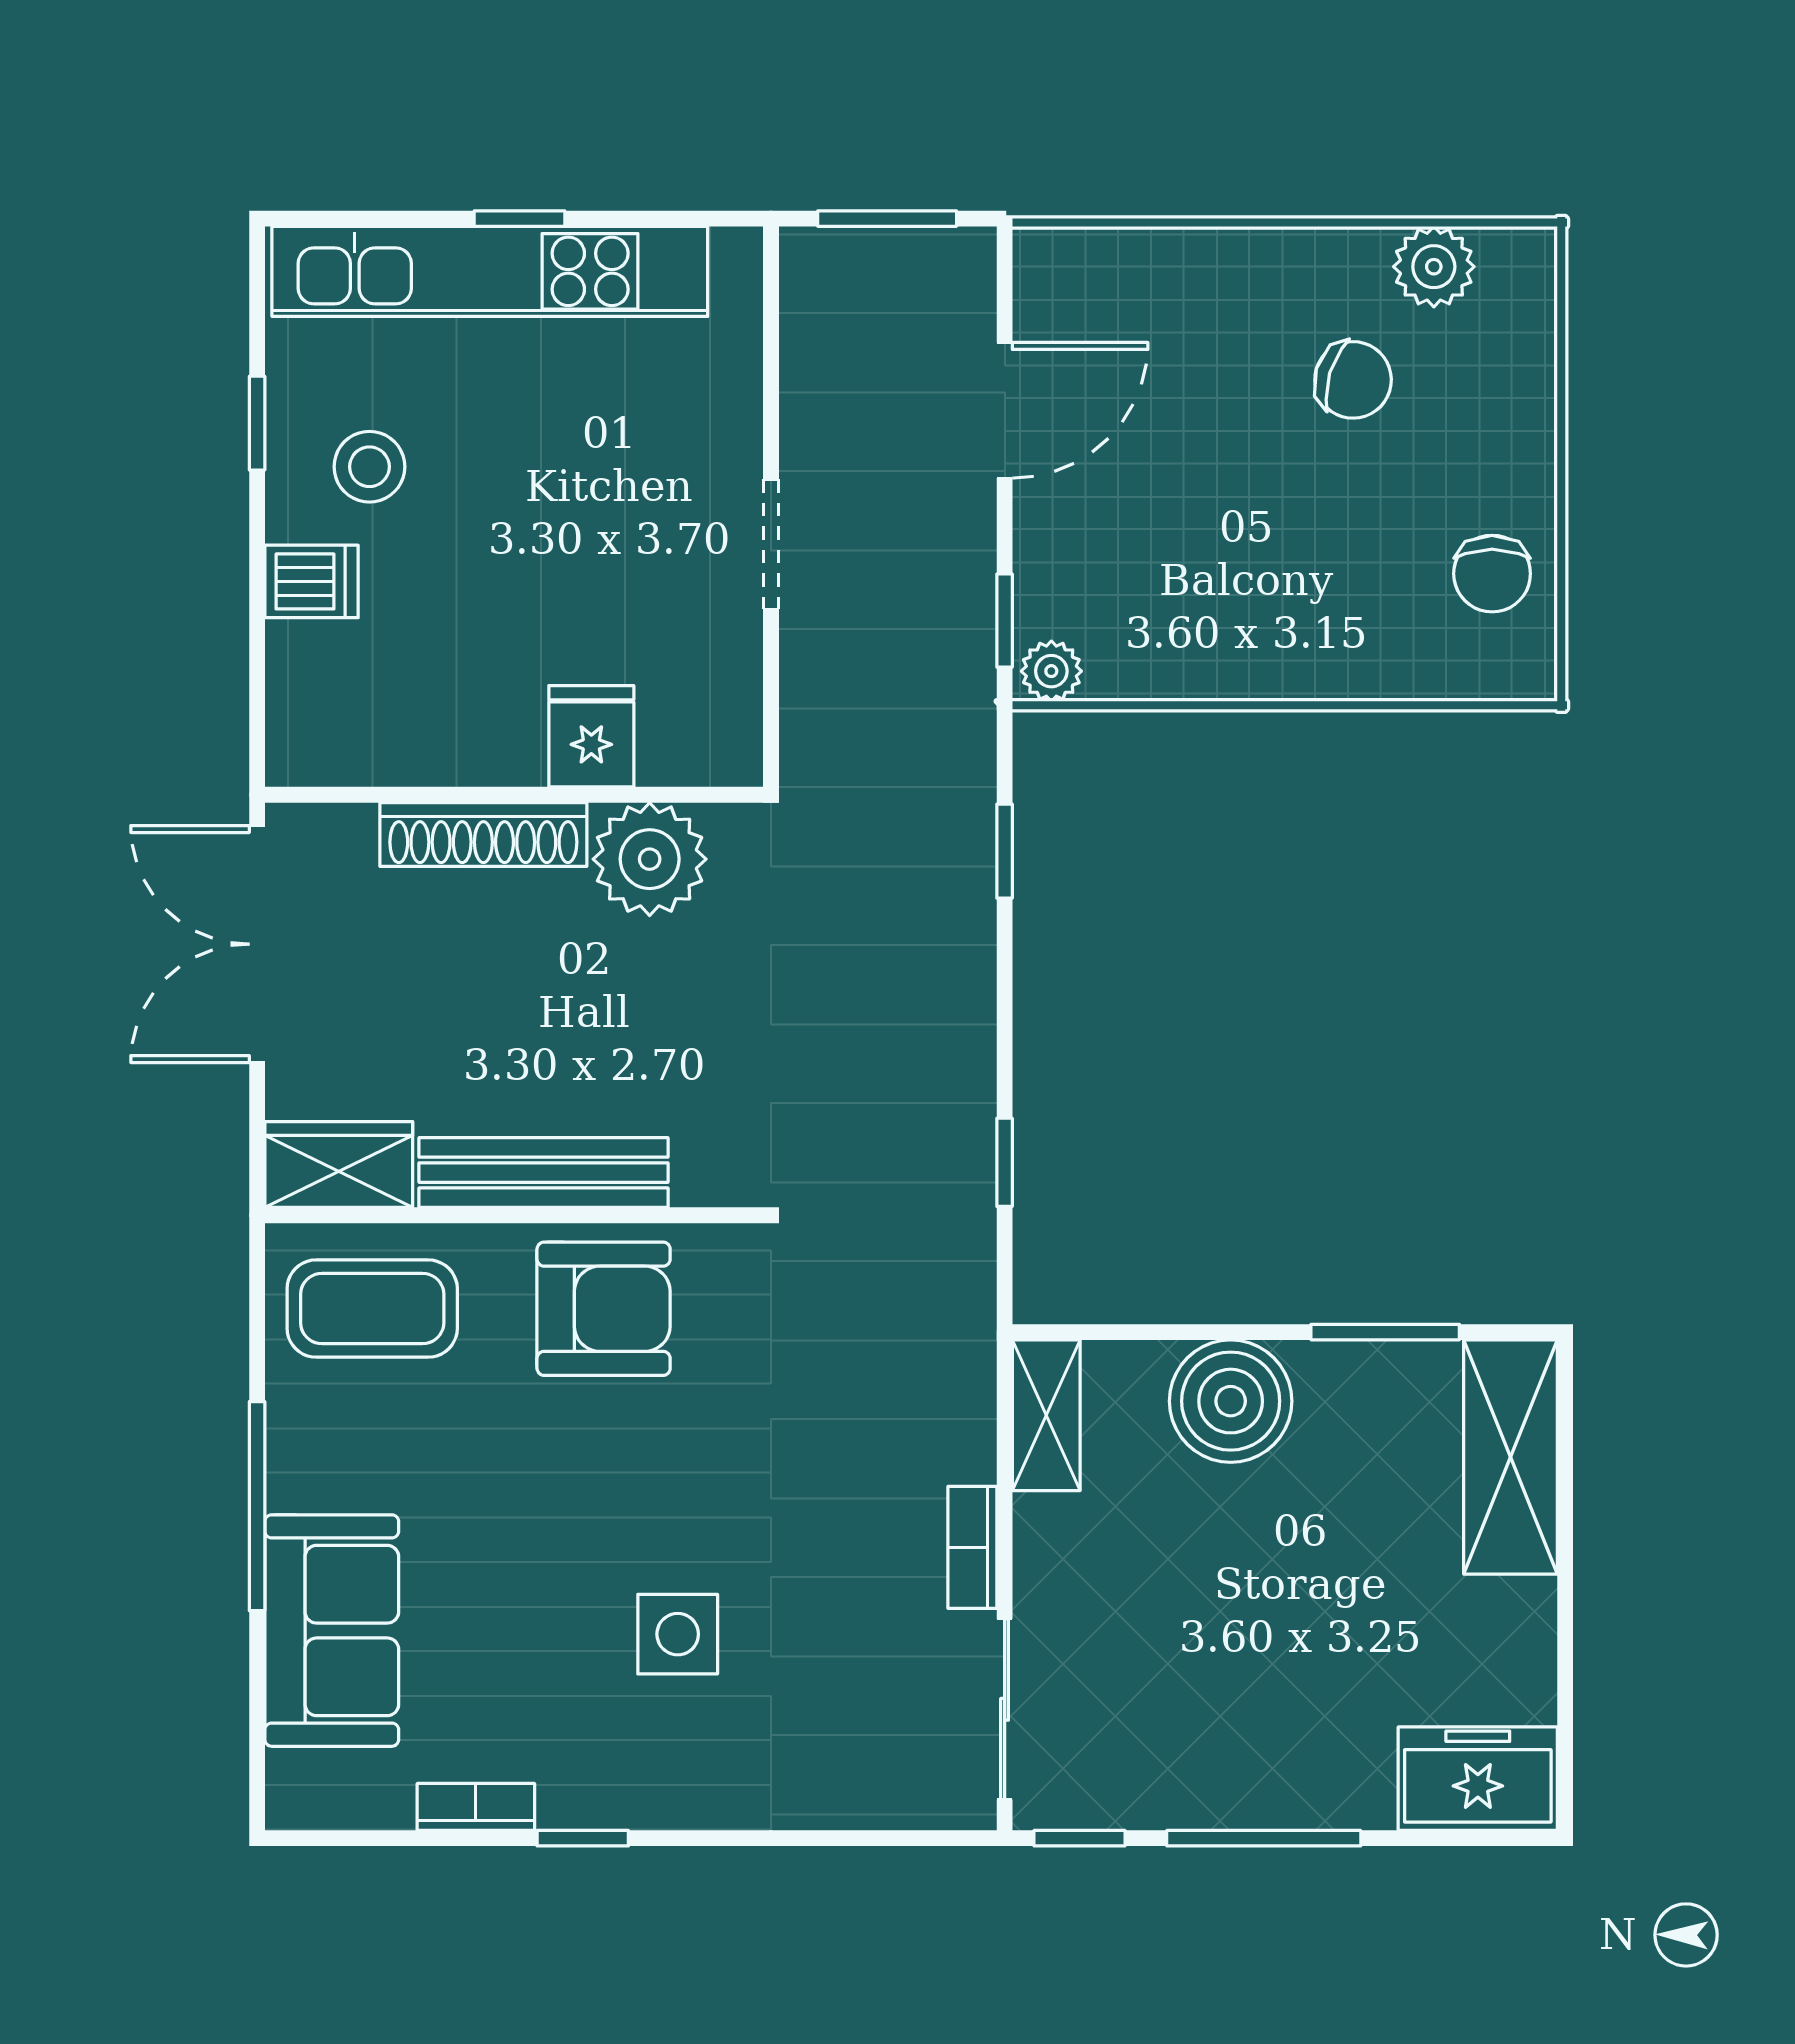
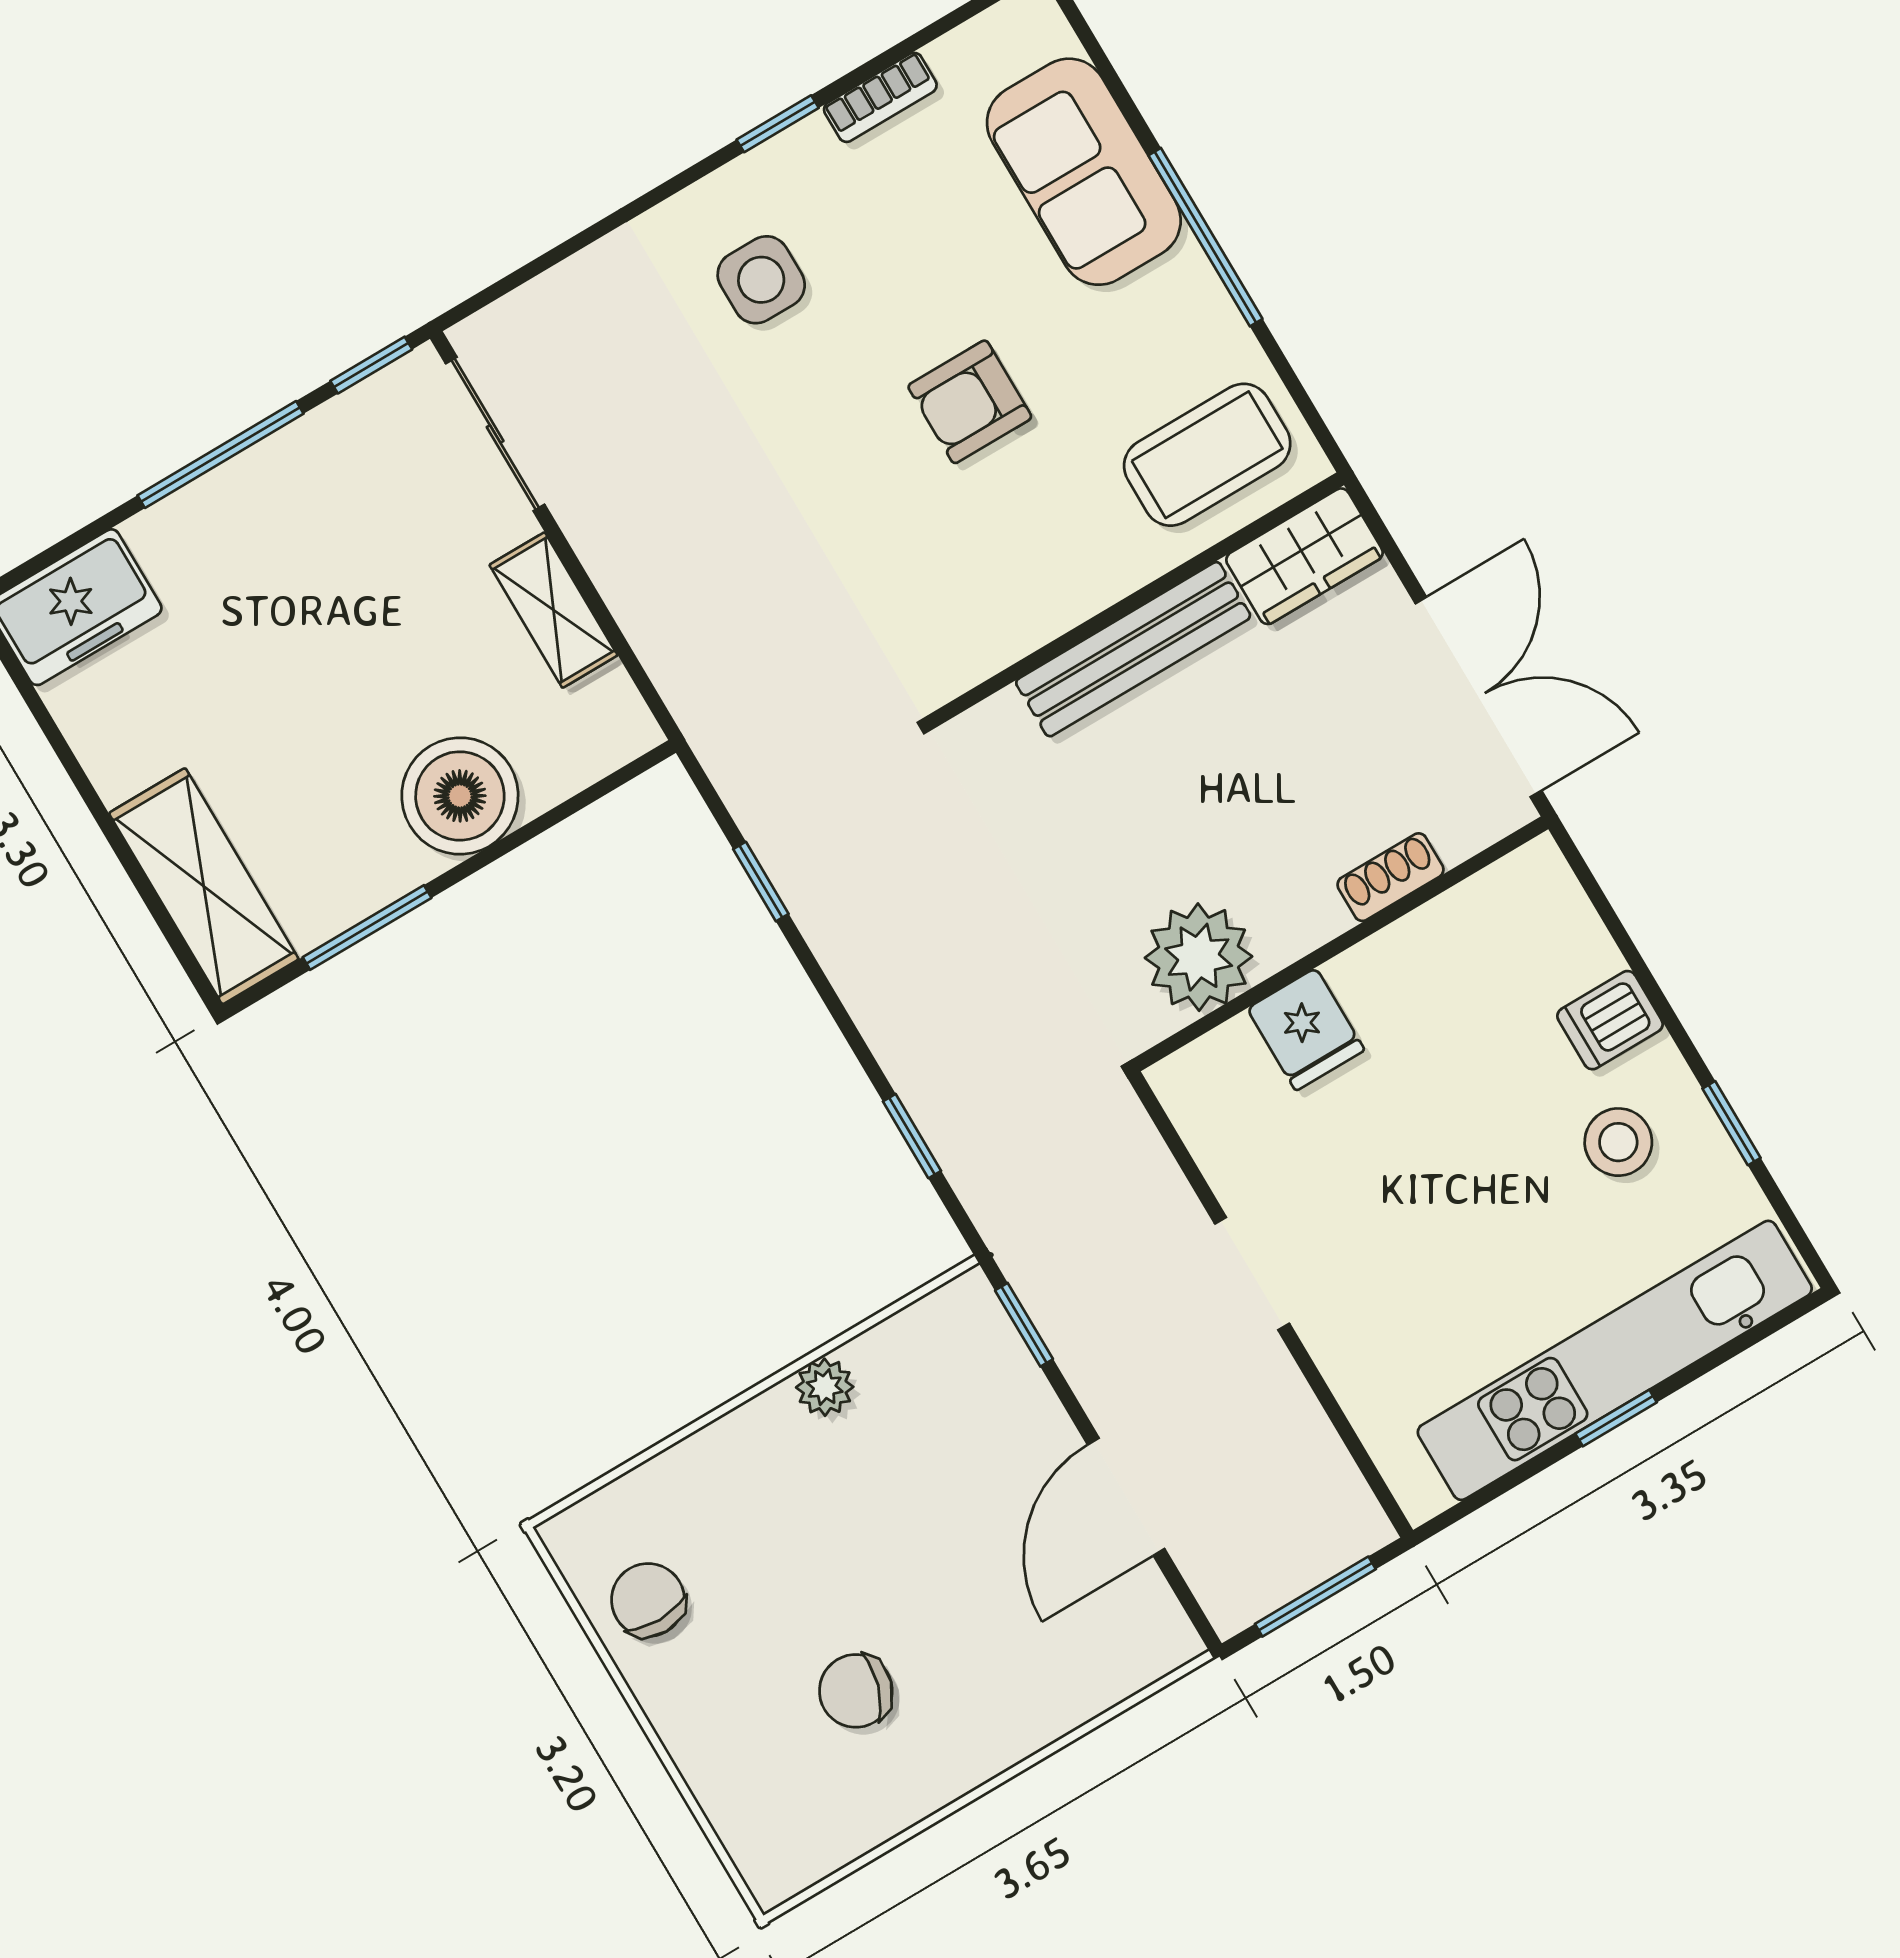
plant: (1434, 267) -> (845, 1823), removed
plant: (1051, 671) -> (825, 1387), moved
shoe rack: (483, 835) -> (1391, 877), width x0.51, depth x0.81
armchair: (604, 1309) -> (970, 402), moved, width x0.72, depth x0.72
shelving: (1046, 1415) -> (553, 610), moved
bookcase: (972, 1547) -> (600, 551), removed
side table: (678, 1634) -> (761, 280), moved

